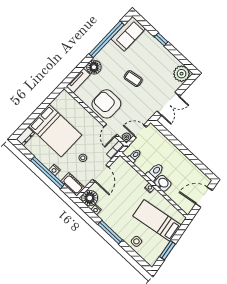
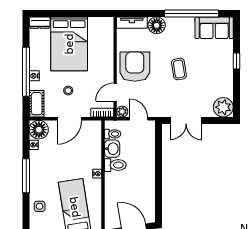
washbasin: (163, 183) -> (112, 149), moved

